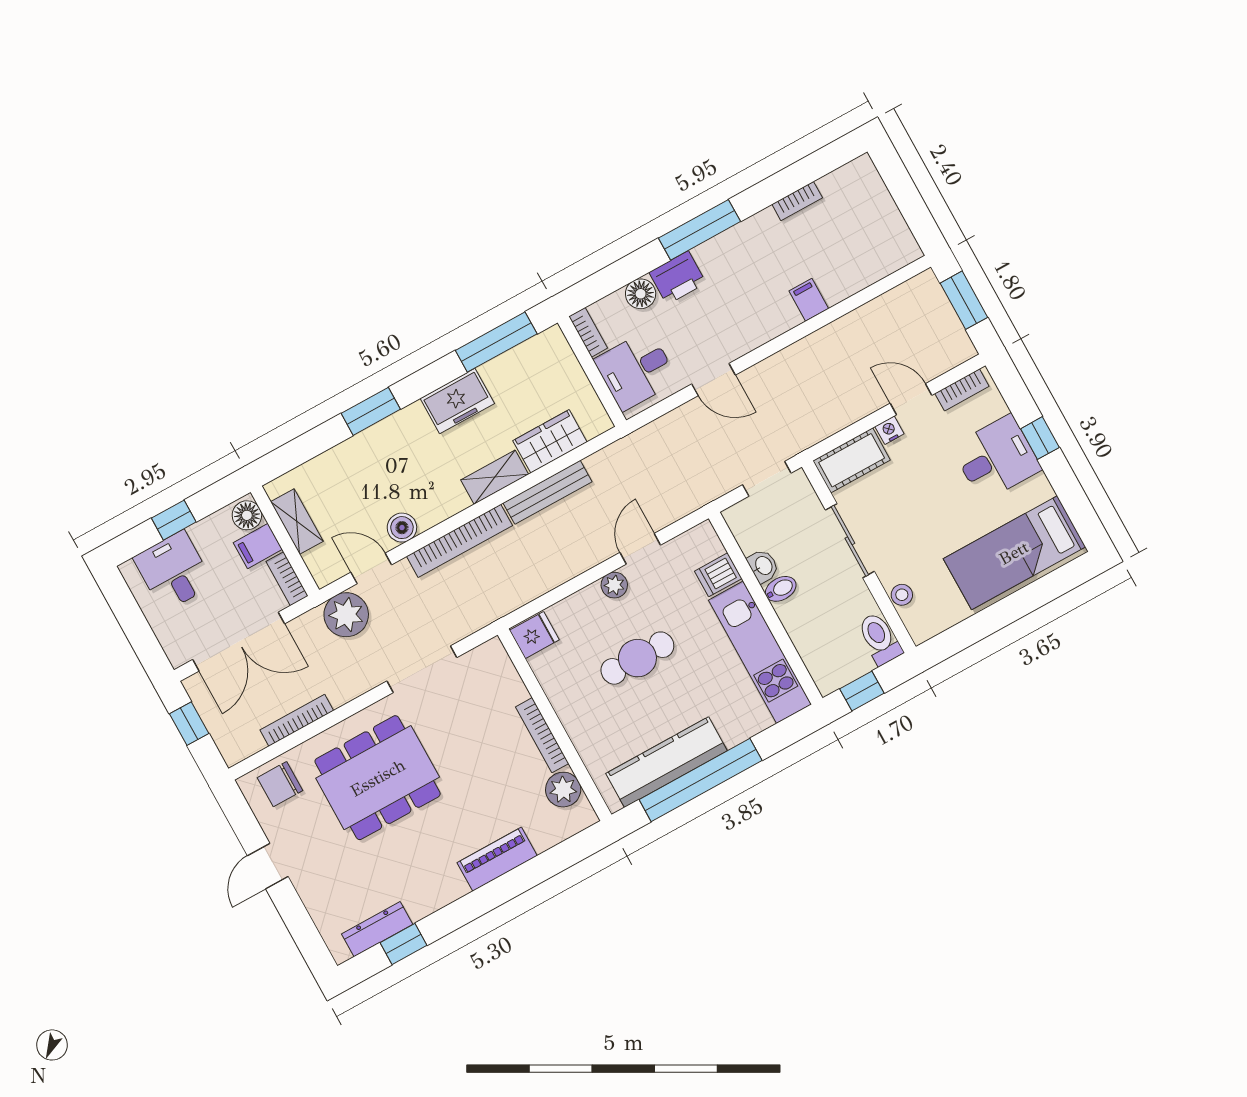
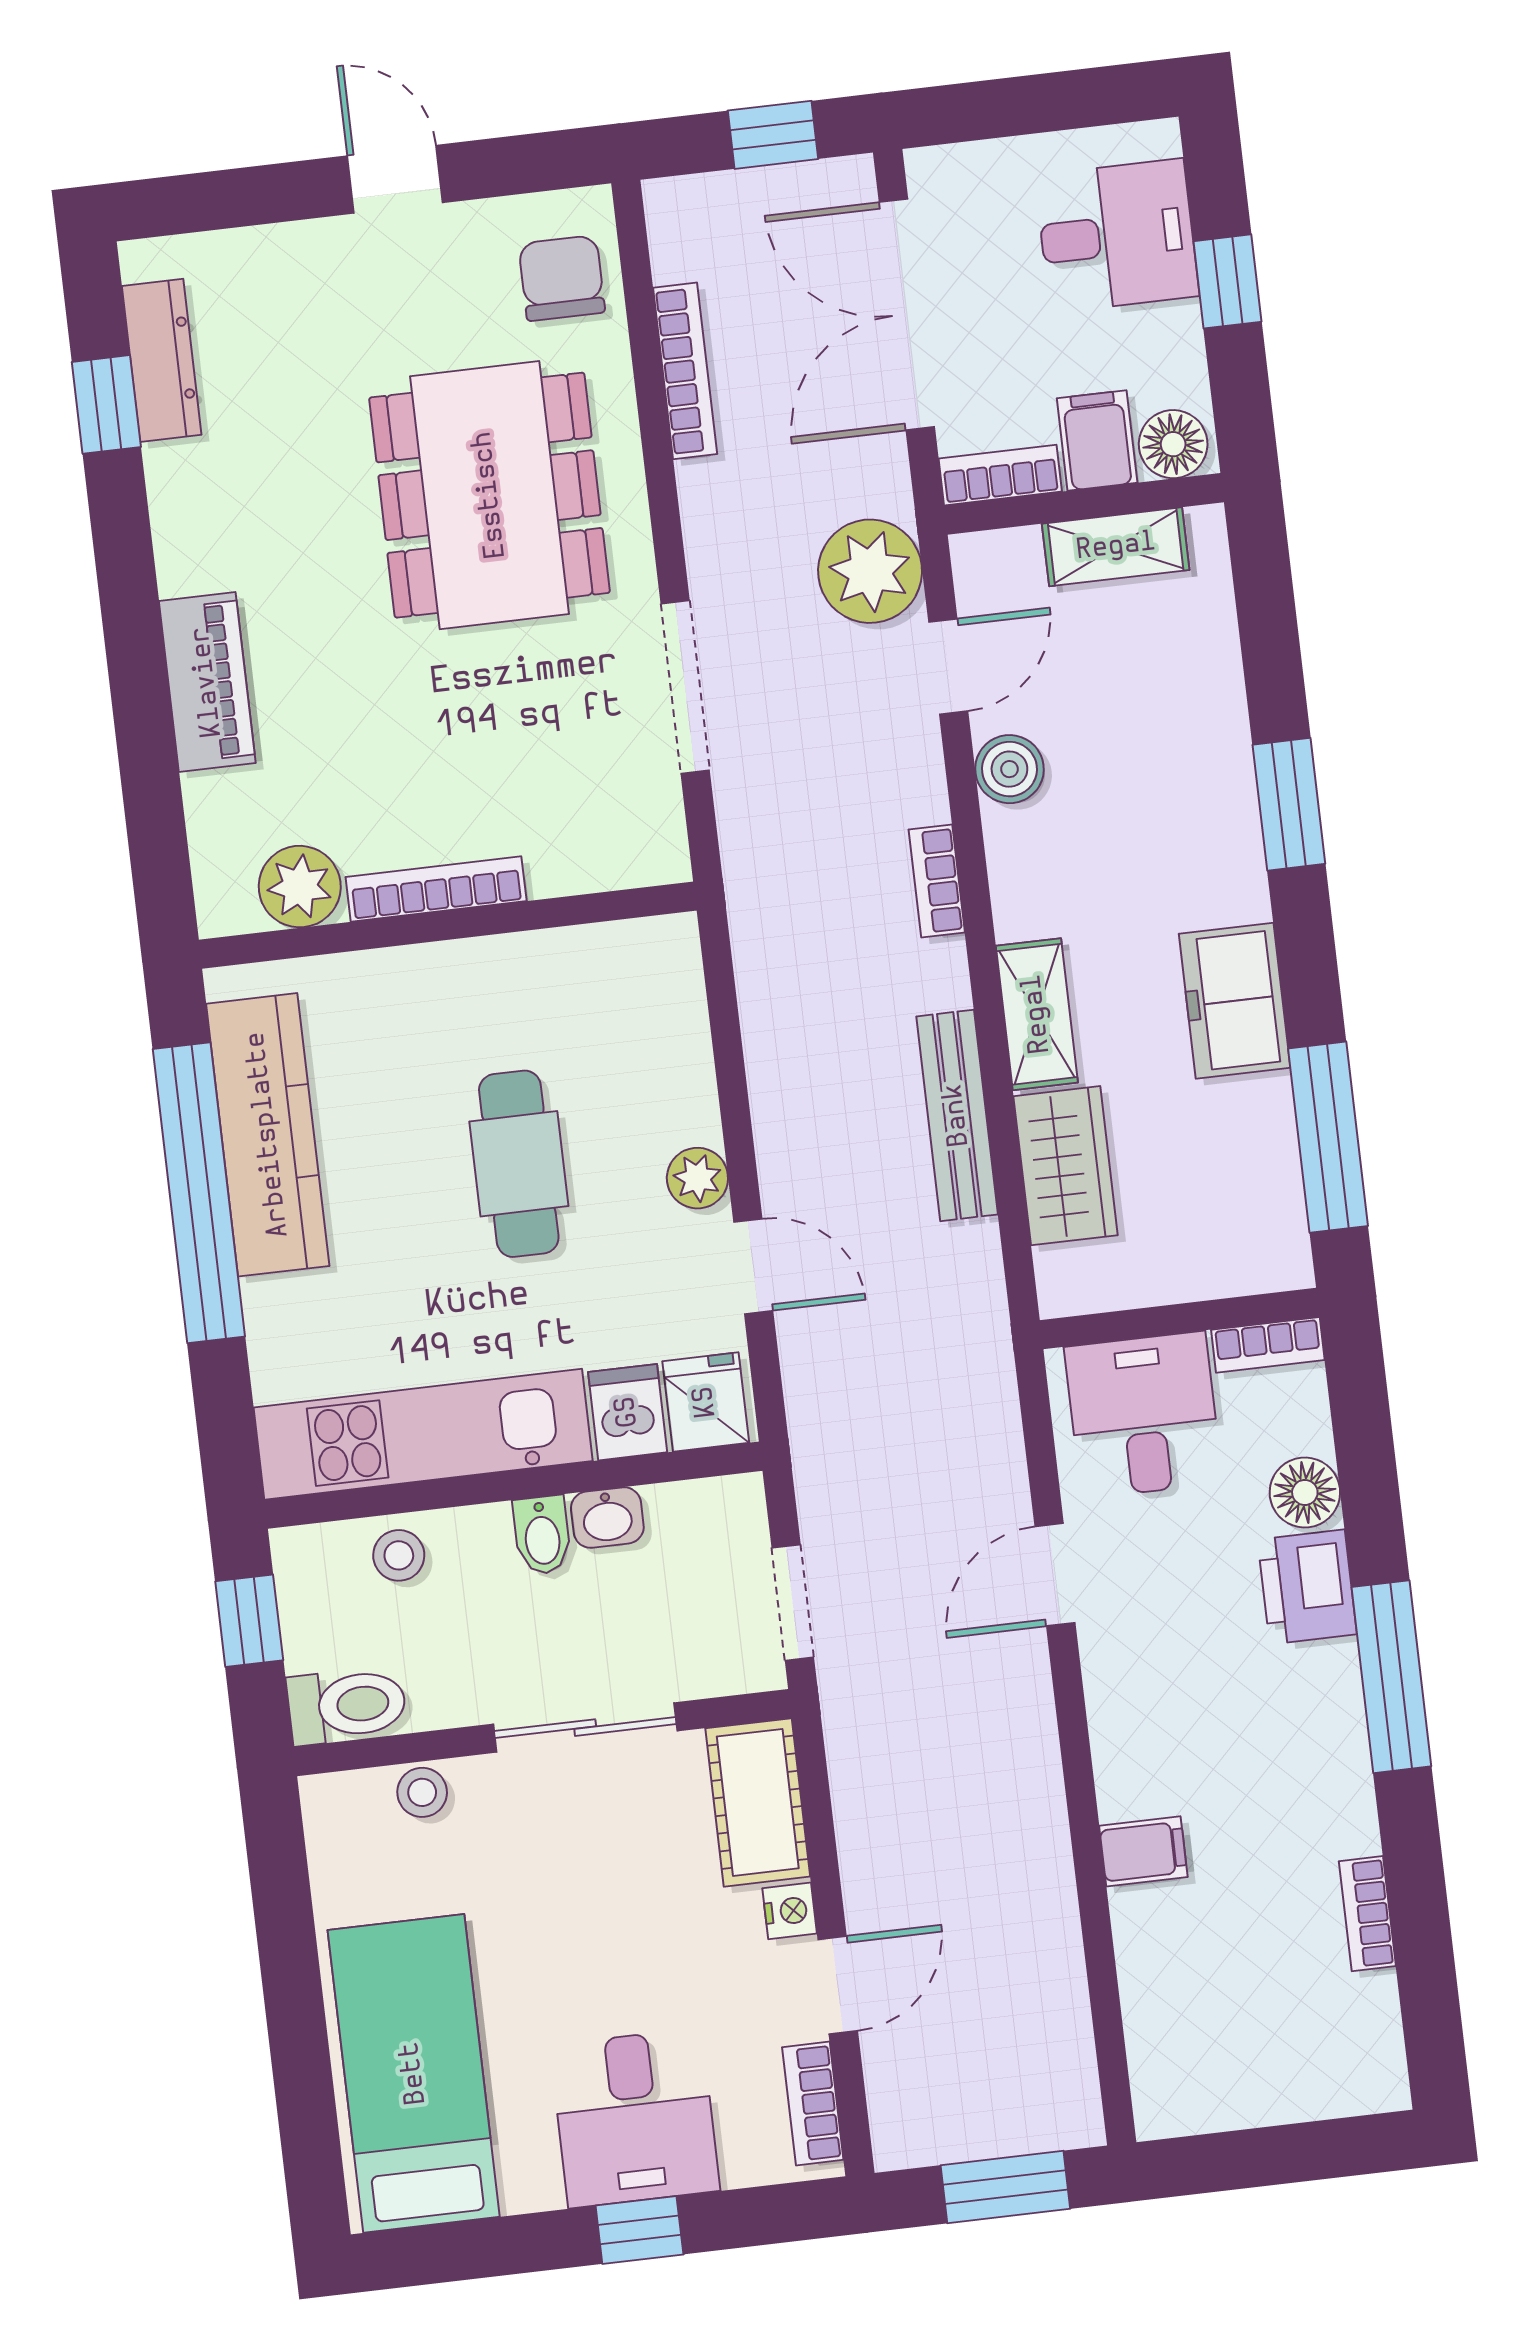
bookcase: (459, 541) -> (937, 881), width x0.43, depth x0.76
fridge: (534, 635) -> (706, 1402), moved, turned 180
stool: (812, 642) -> (399, 1555), added

